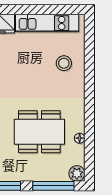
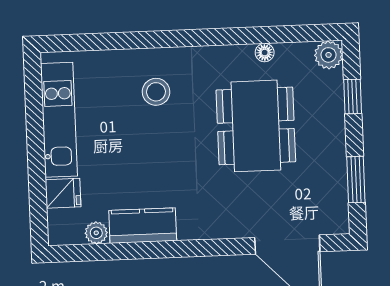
stool: (64, 63) -> (156, 92), moved
window: (53, 186) -> (353, 97), width x0.46

